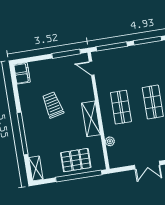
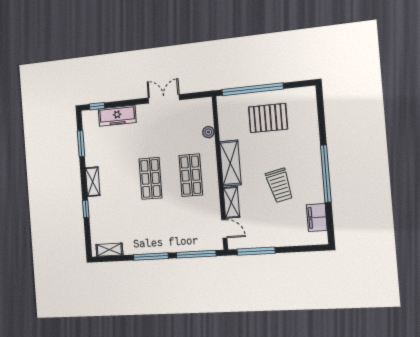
filing cabinet: (22, 73) -> (317, 218), moved
window: (23, 134) -> (326, 174), moved
pallet: (76, 160) -> (268, 118), moved
shelving: (36, 168) -> (231, 202), moved

